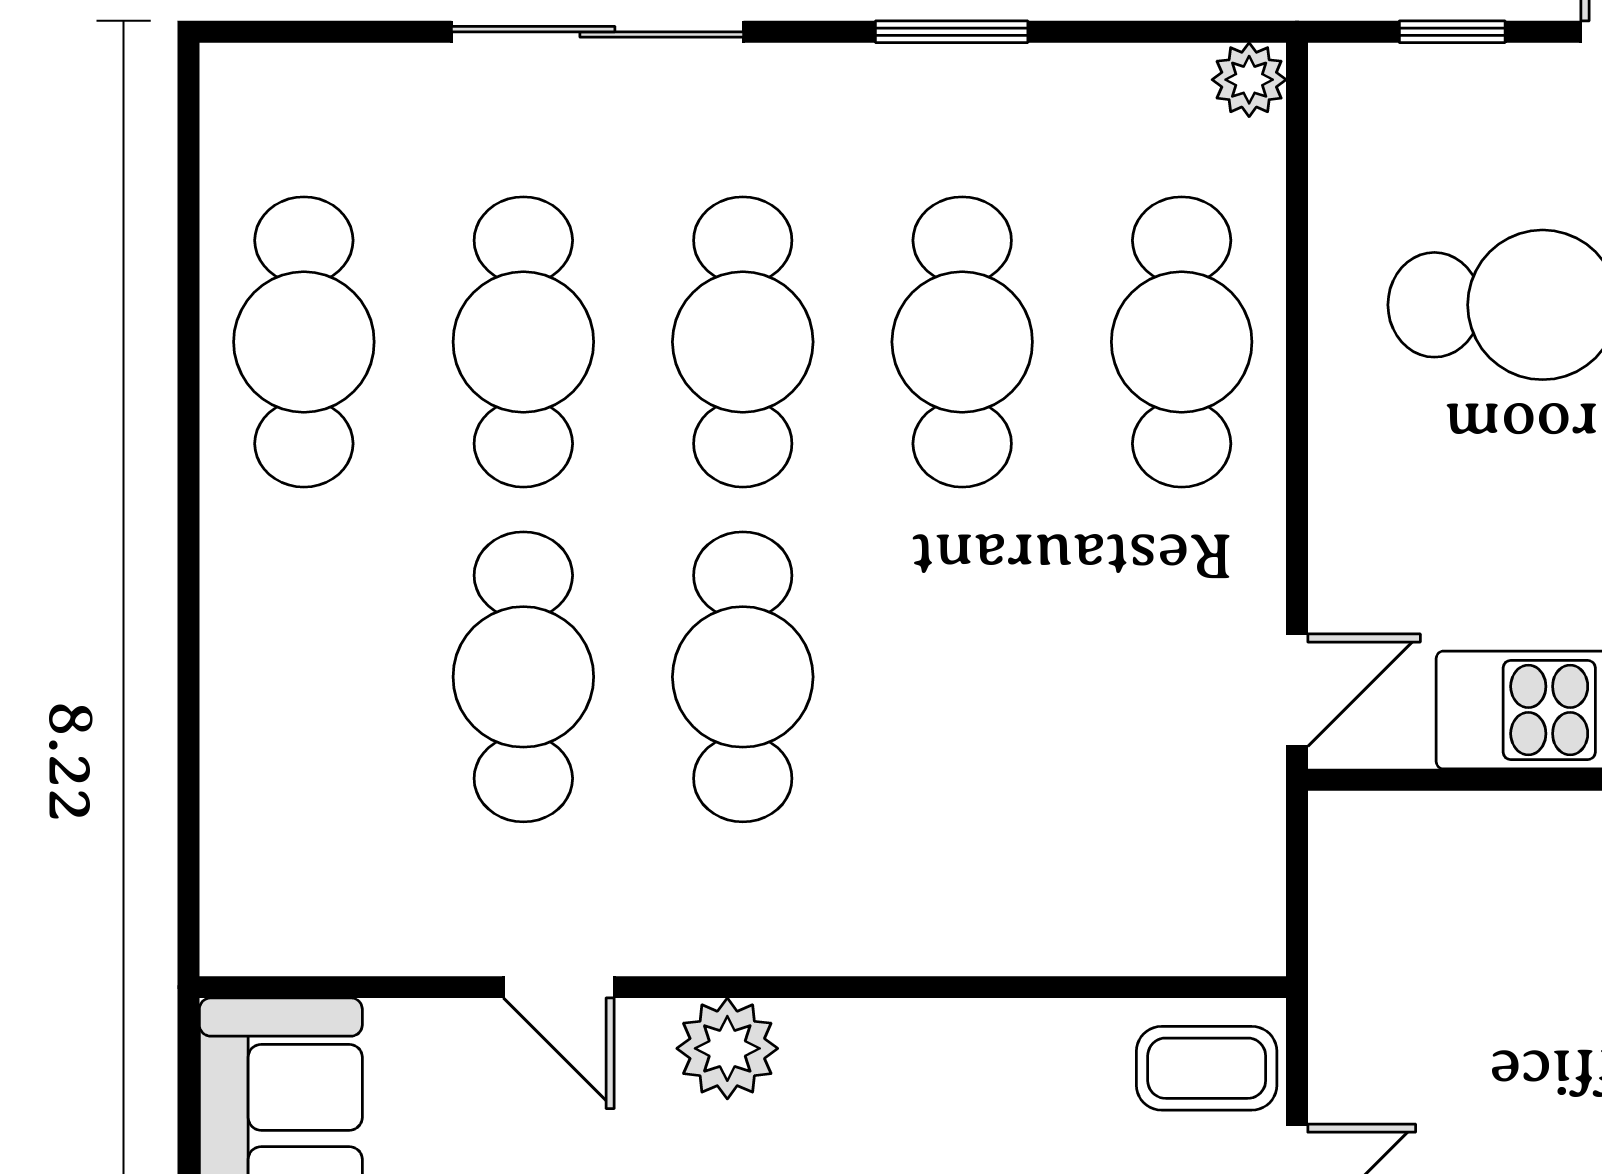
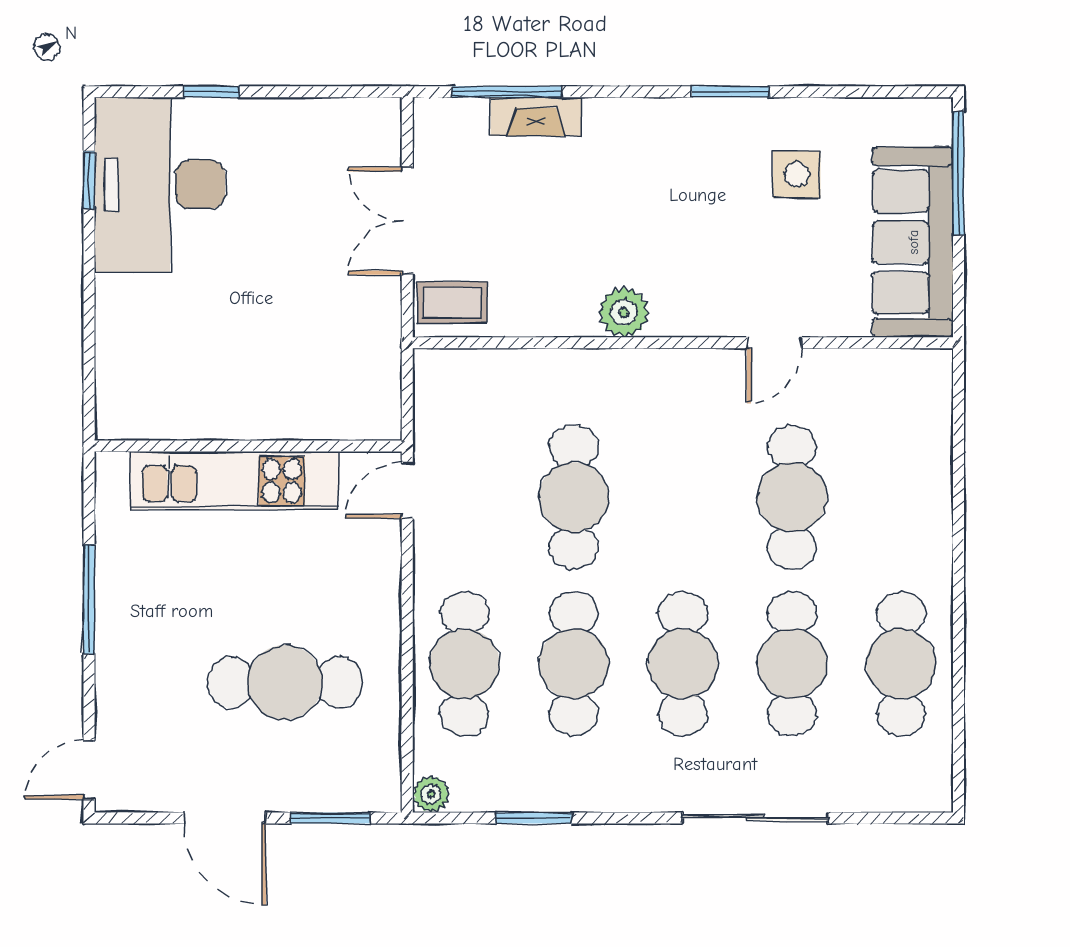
window: (952, 32) -> (534, 818), moved
window: (1452, 32) -> (330, 818), width x1.50
cafe table: (743, 677) -> (574, 497), moved
door: (559, 987) -> (774, 343), swing flipped
plant: (727, 1048) -> (624, 312), moved

